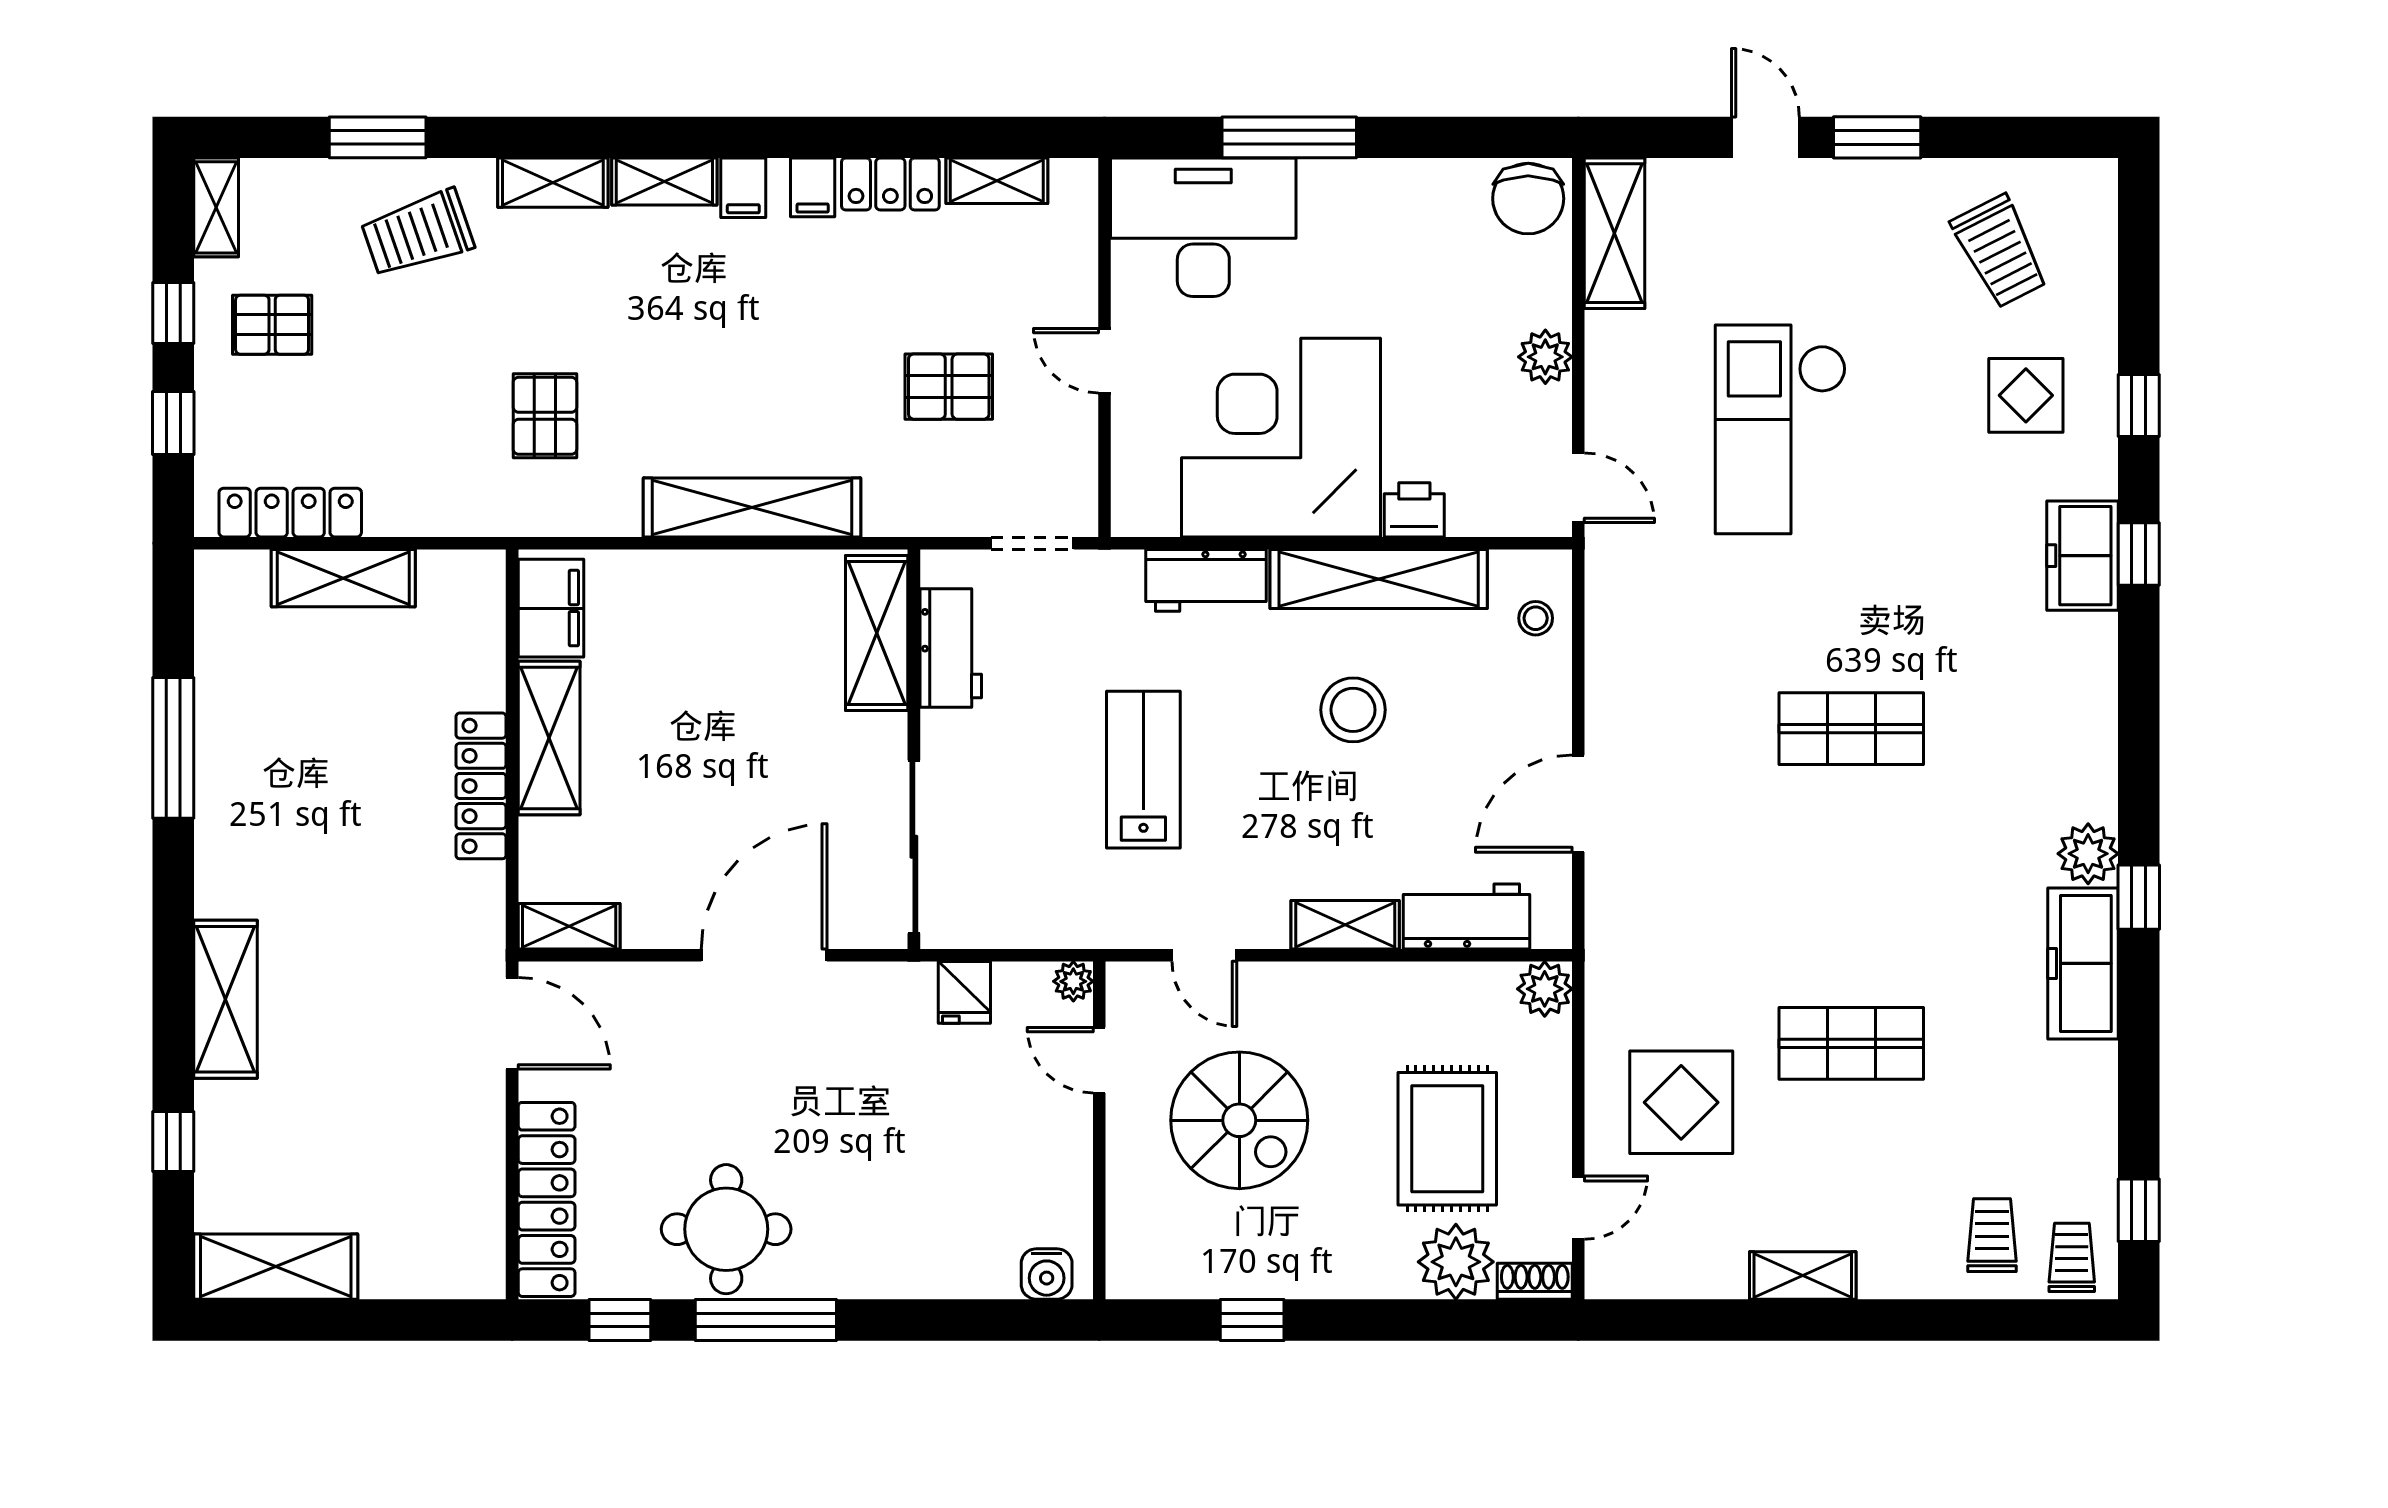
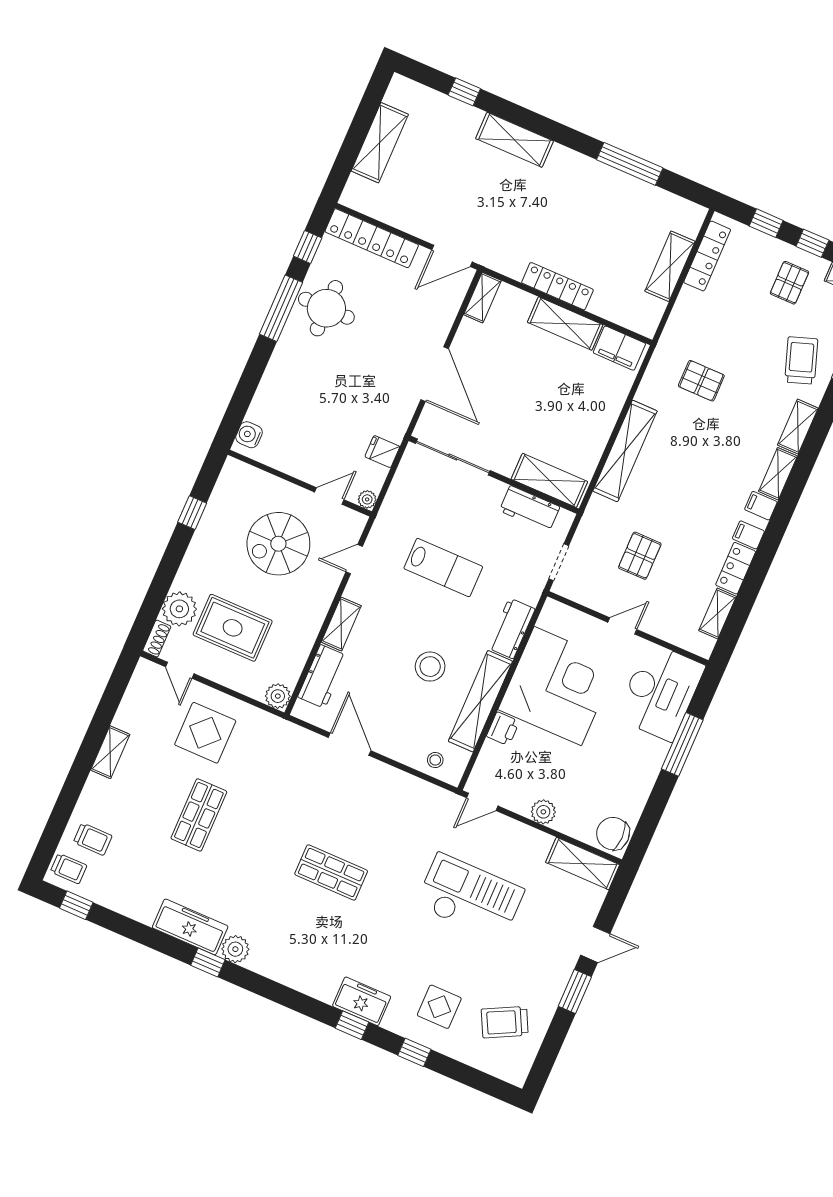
shop shelf: (1851, 729) -> (331, 872), turned 90
shelving: (276, 1267) -> (380, 143), moved

